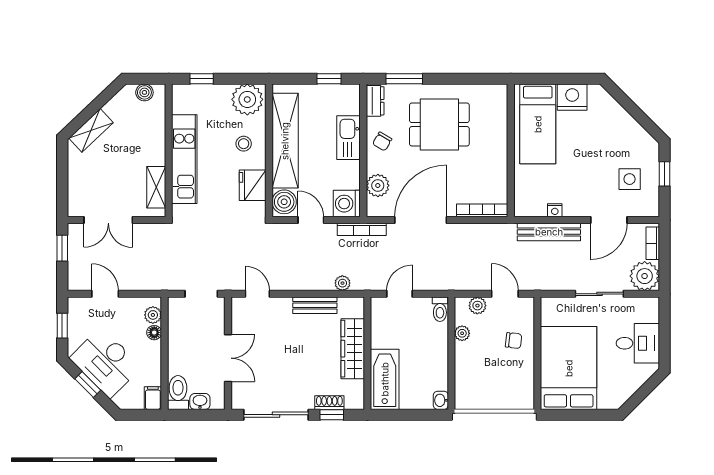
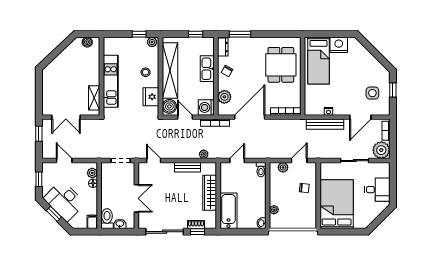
window: (202, 79) -> (139, 34), moved
plant: (247, 99) -> (152, 42), width x0.53, depth x0.53
dining table: (439, 125) -> (281, 65), moved, turned 90
shelving: (91, 130) -> (56, 64), removed
door: (505, 294) -> (299, 161), hinge flipped
plant: (462, 333) -> (274, 210), moved

